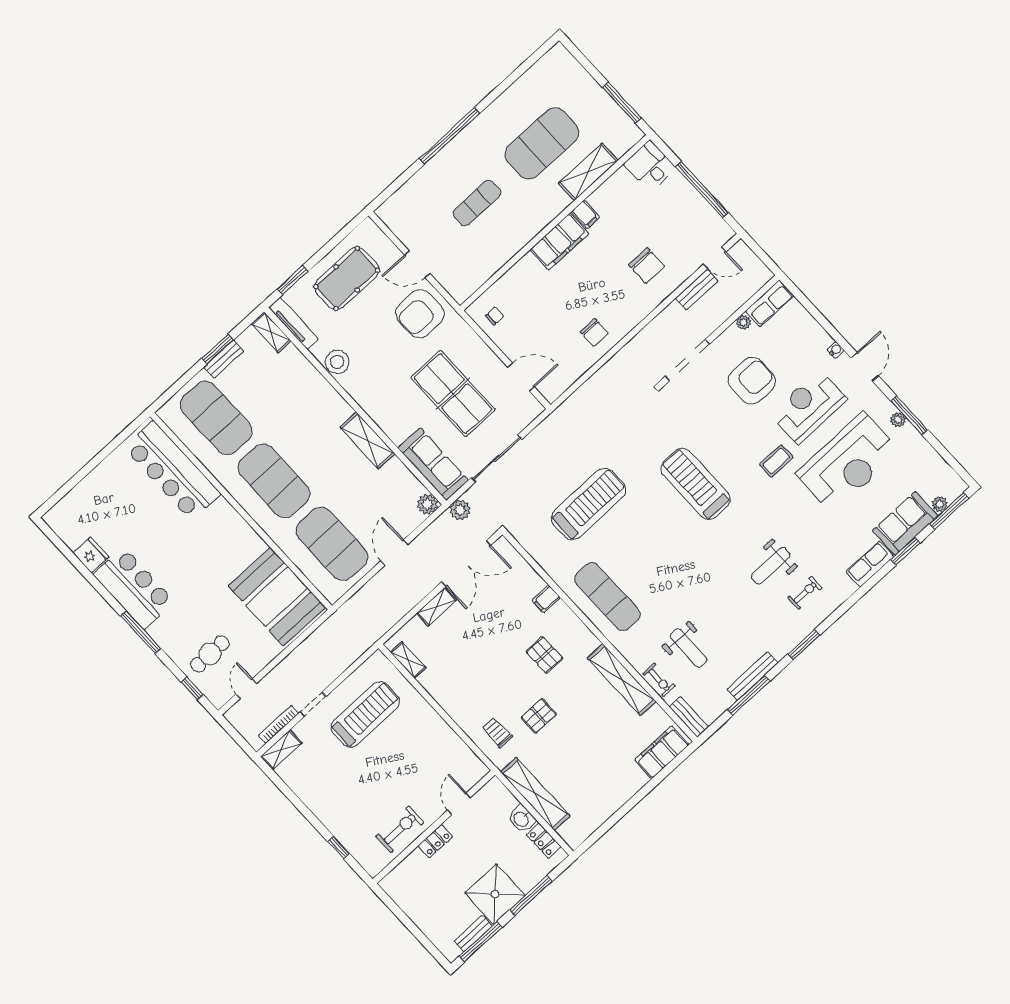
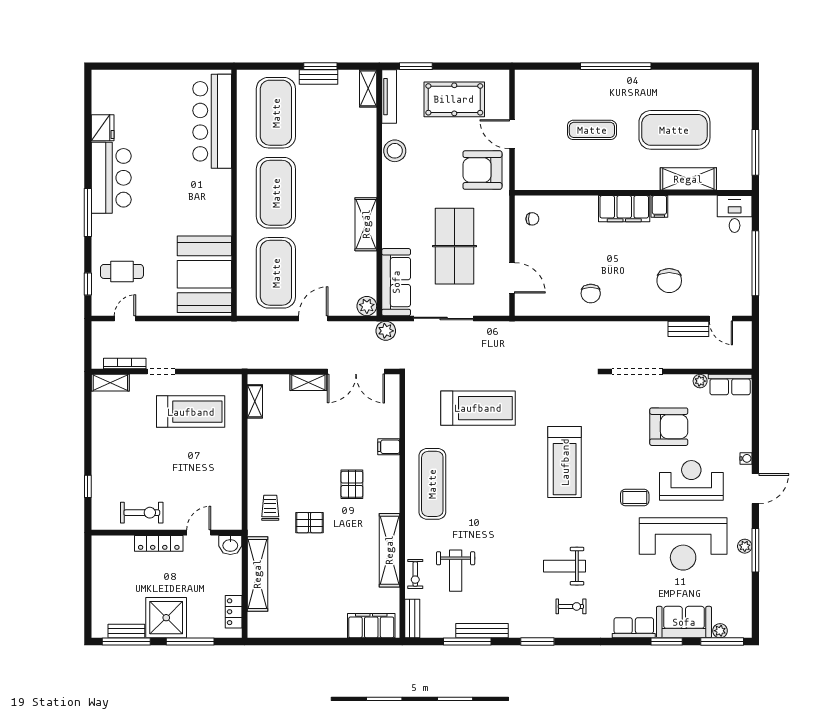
treadmill: (696, 484) -> (565, 462), turned 180
washbasin: (522, 819) -> (230, 545), moved, turned -90
locker: (435, 841) -> (159, 543), width x1.53

